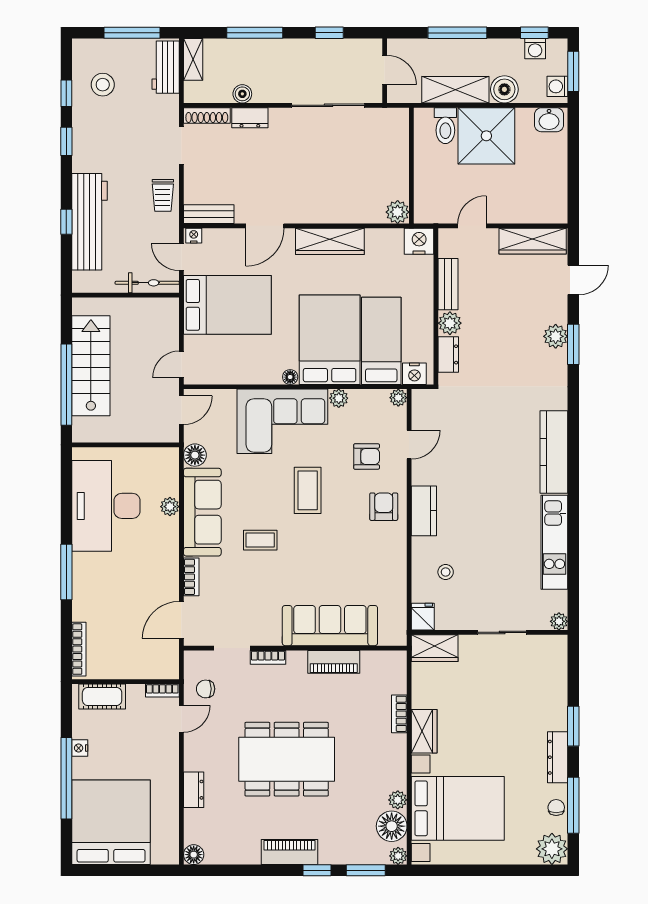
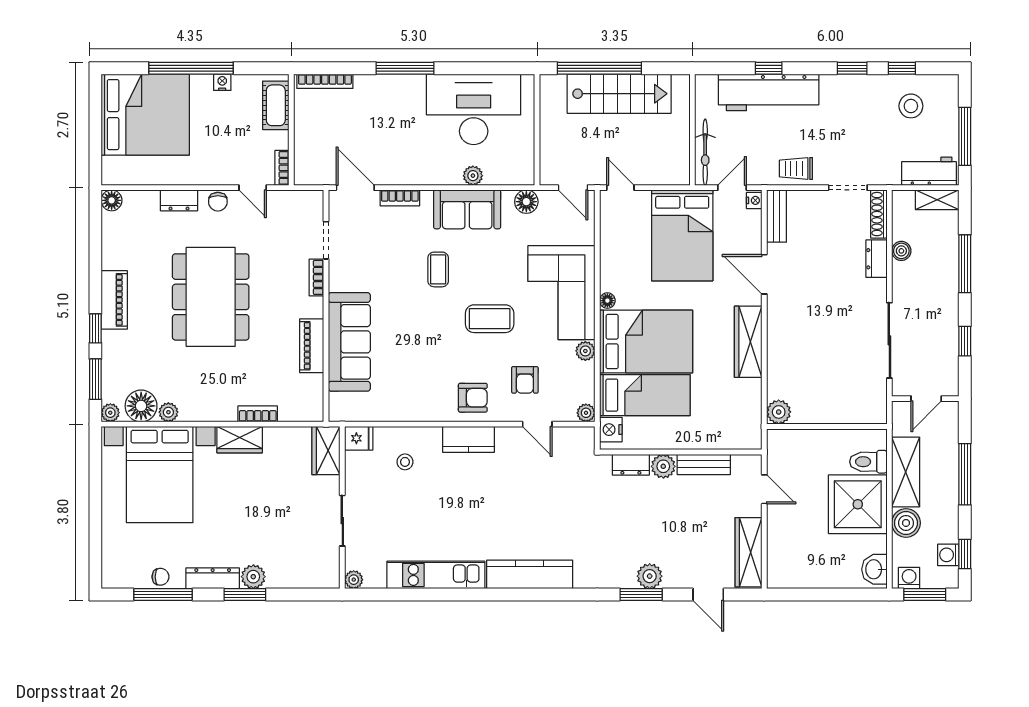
nightstand: (419, 241) -> (748, 434), removed
sofa: (202, 512) -> (467, 209), width x0.73
chair: (206, 689) -> (218, 202), moved, turned 180
plant: (552, 849) -> (253, 577), moved, width x0.73, depth x0.73

